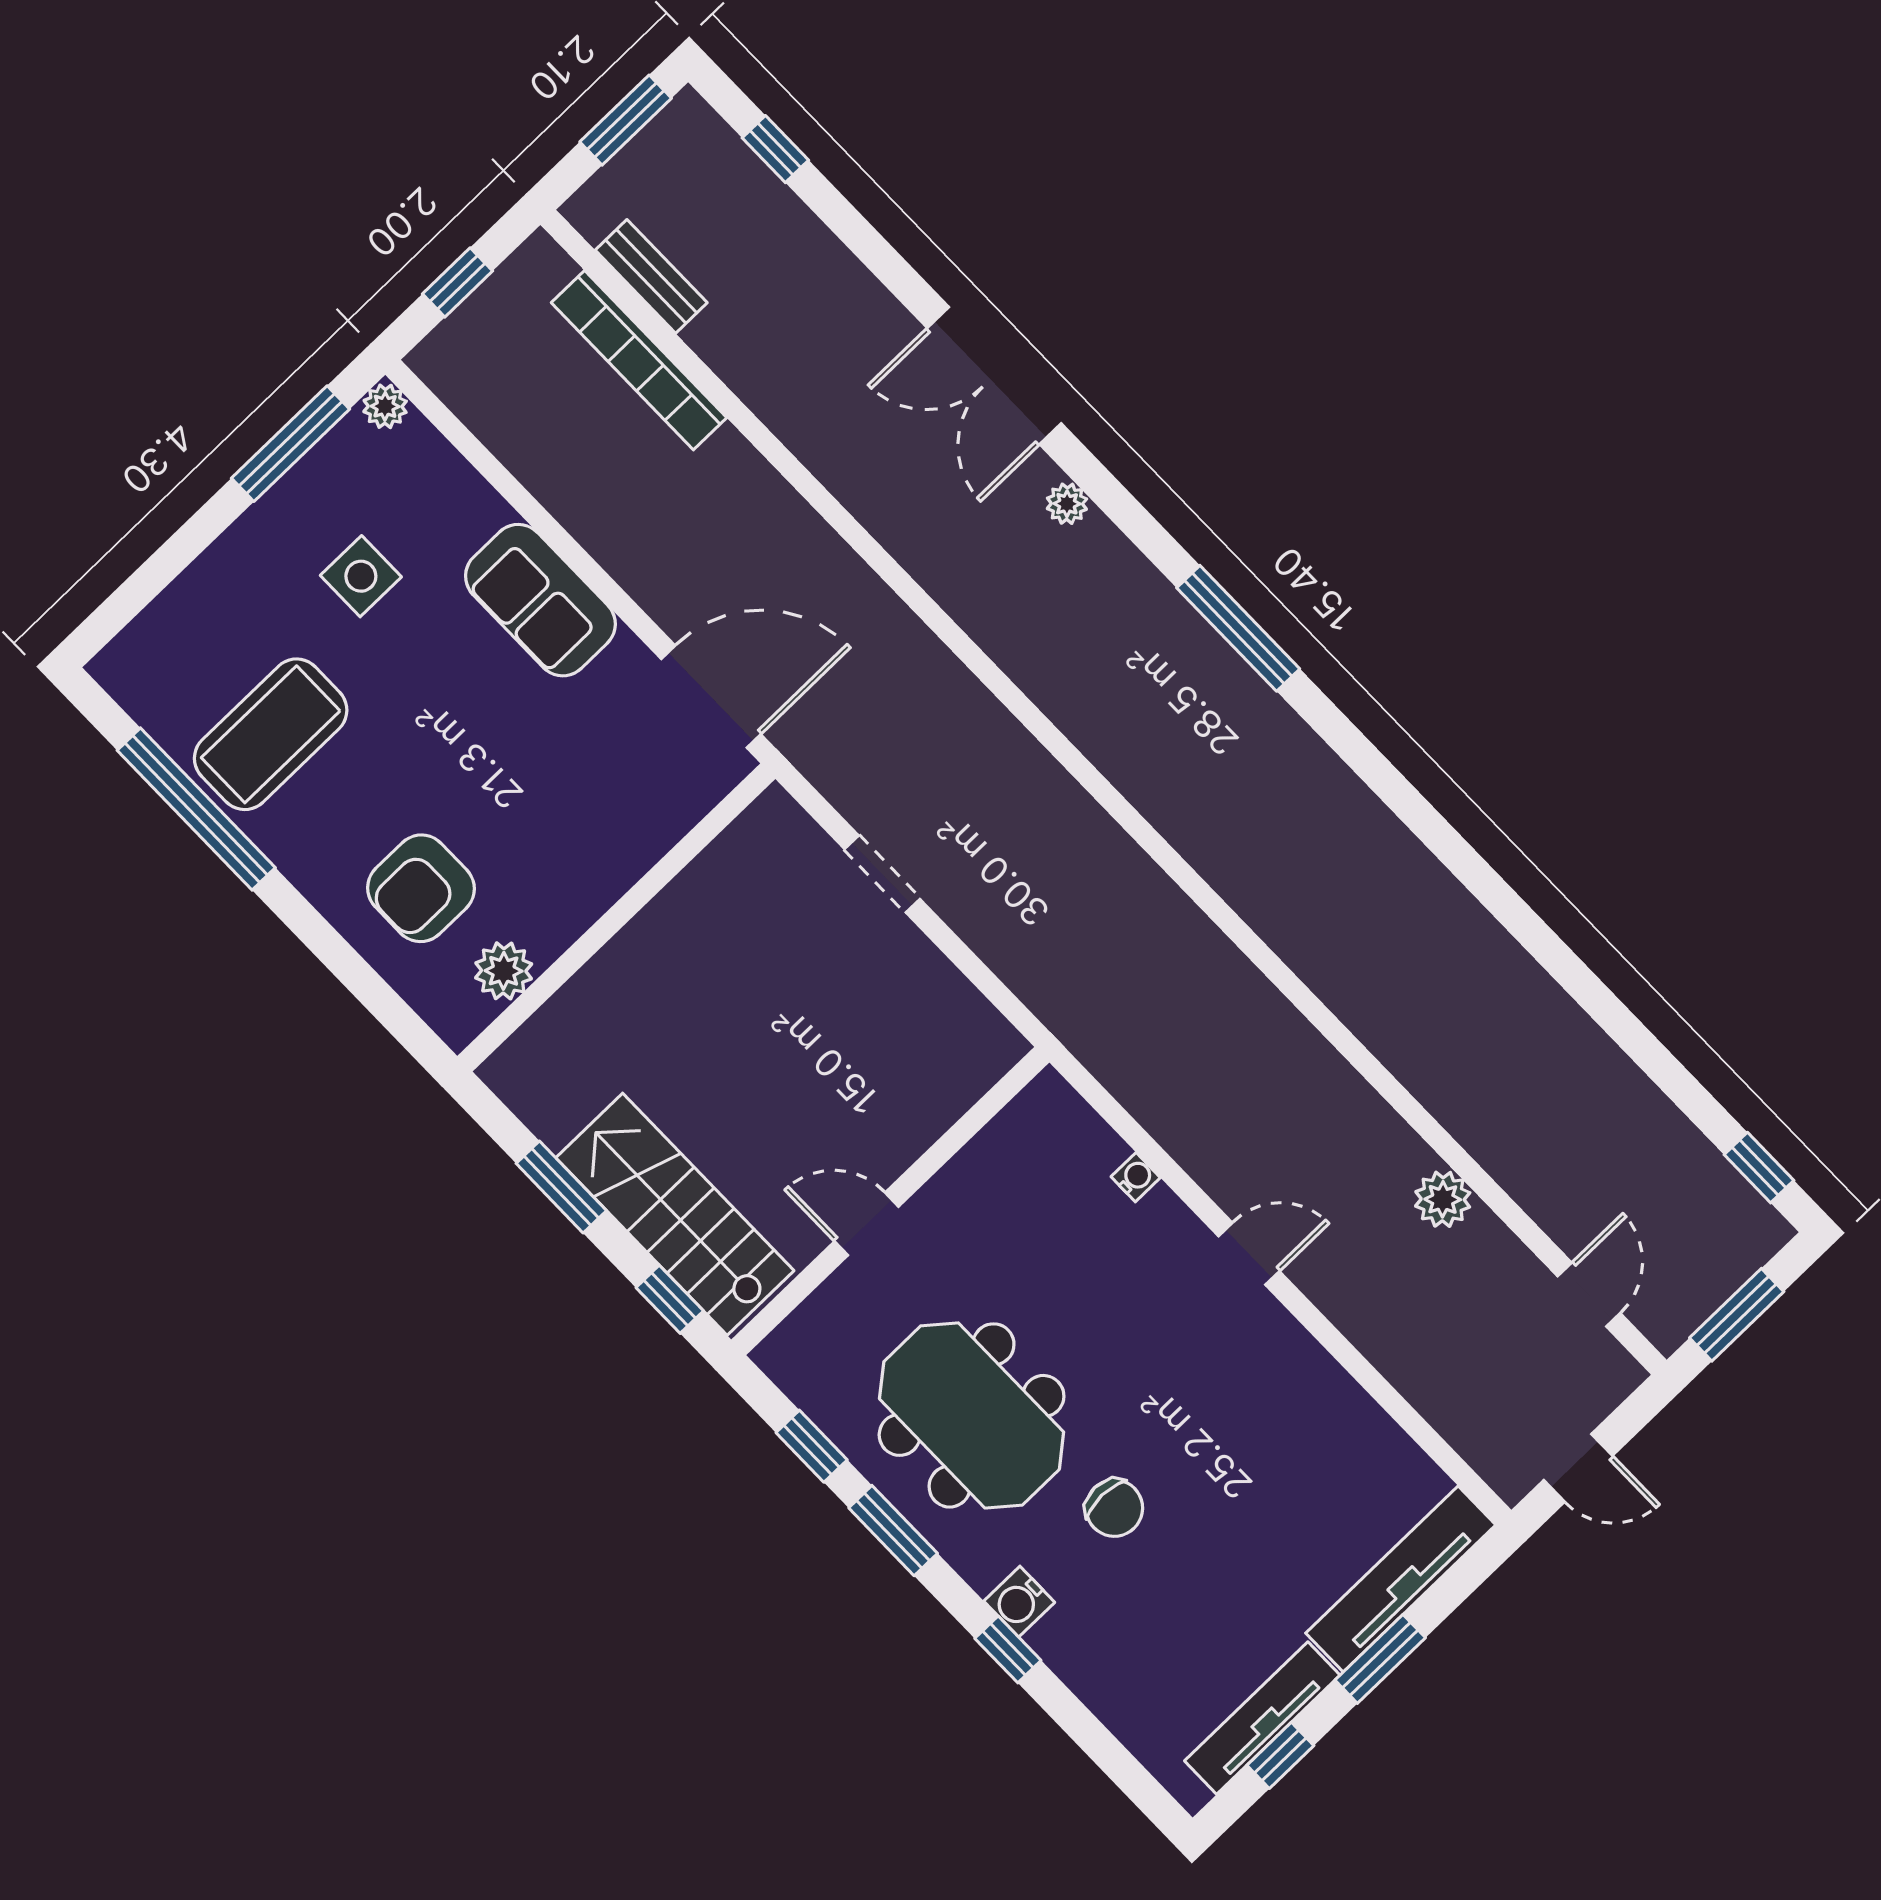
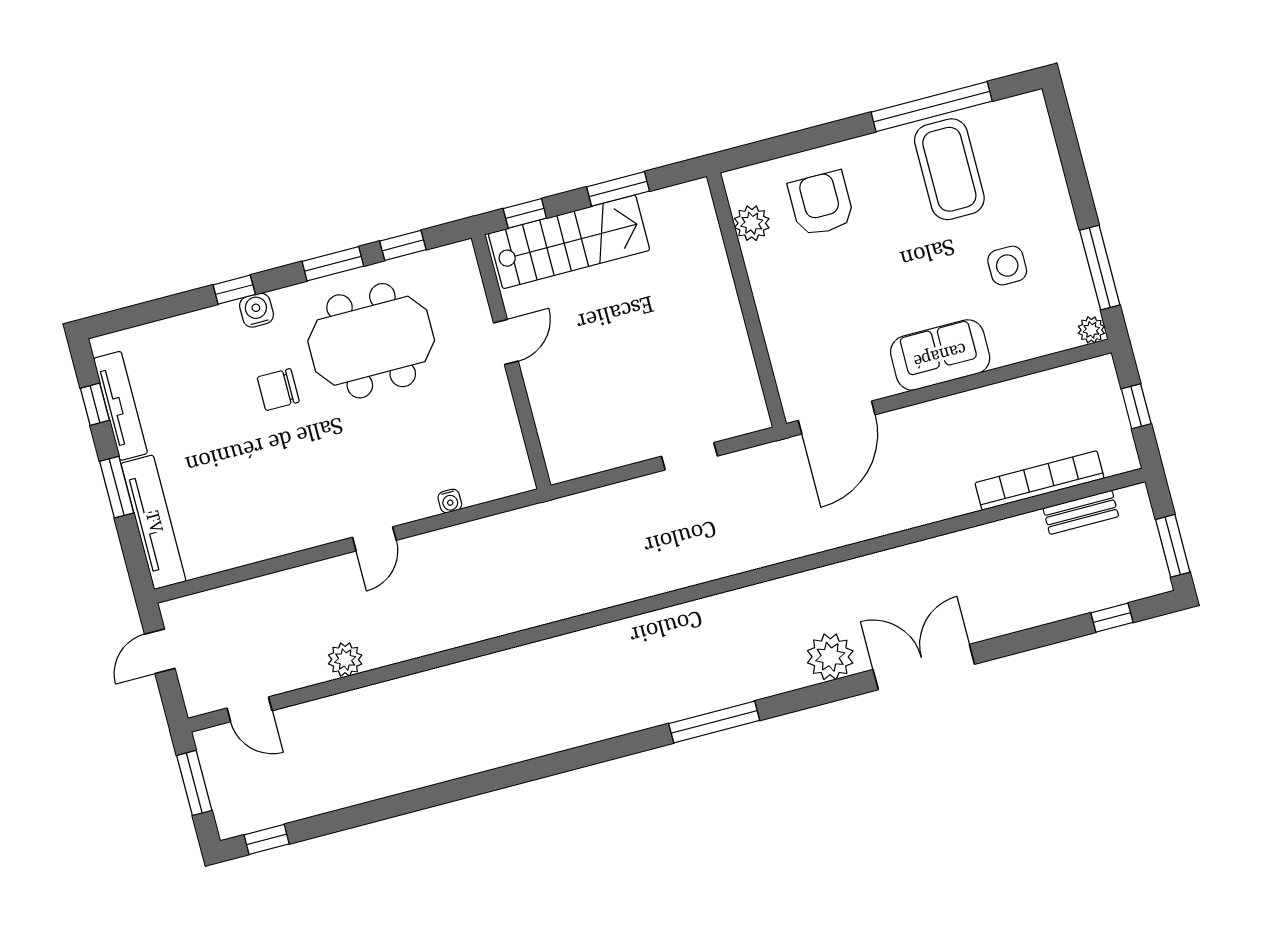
plant: (1067, 504) -> (830, 657), width x1.87, depth x1.87

